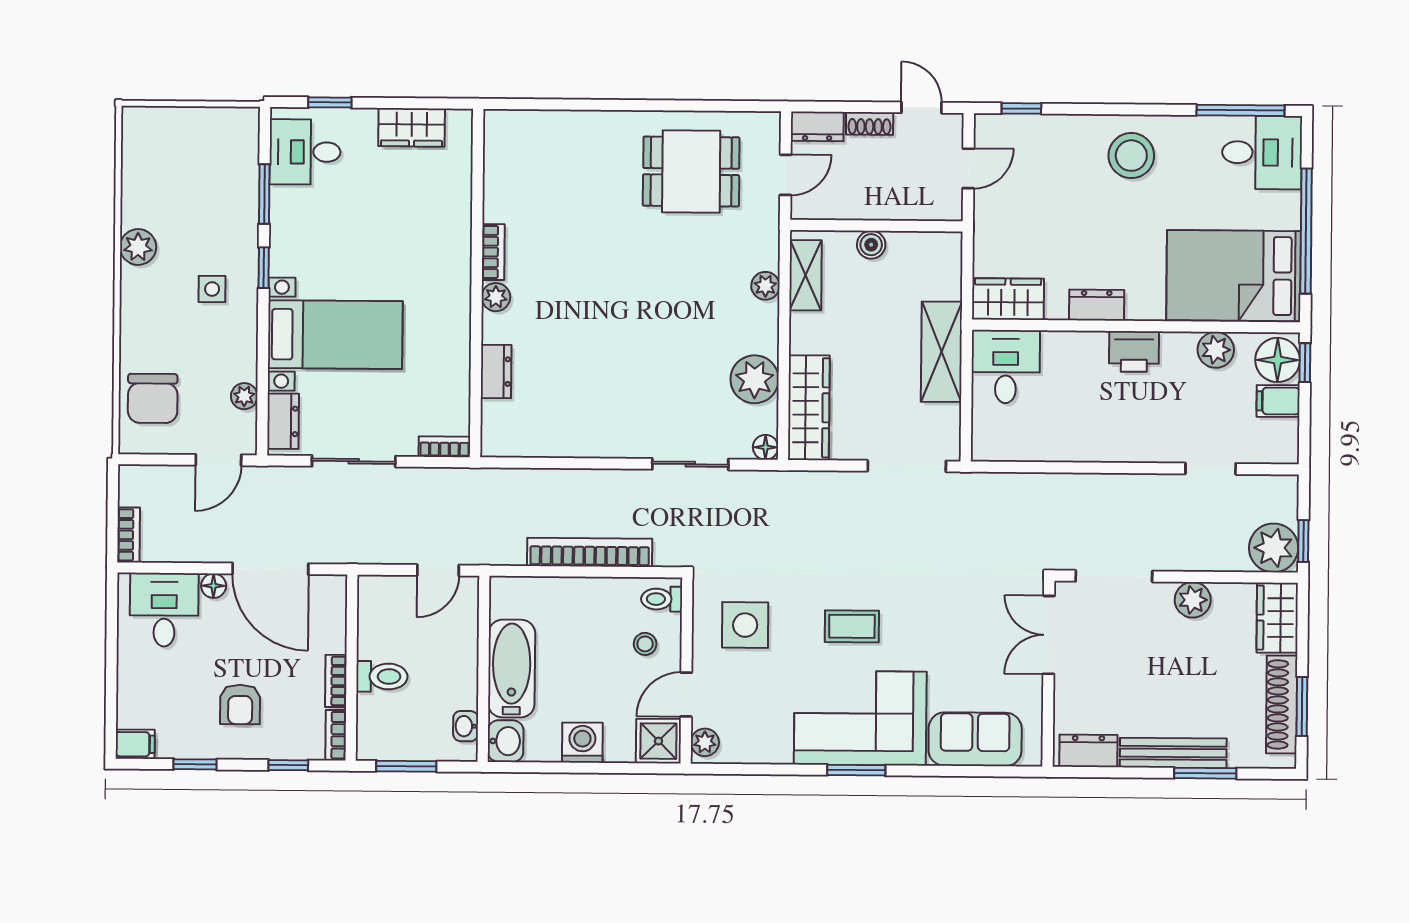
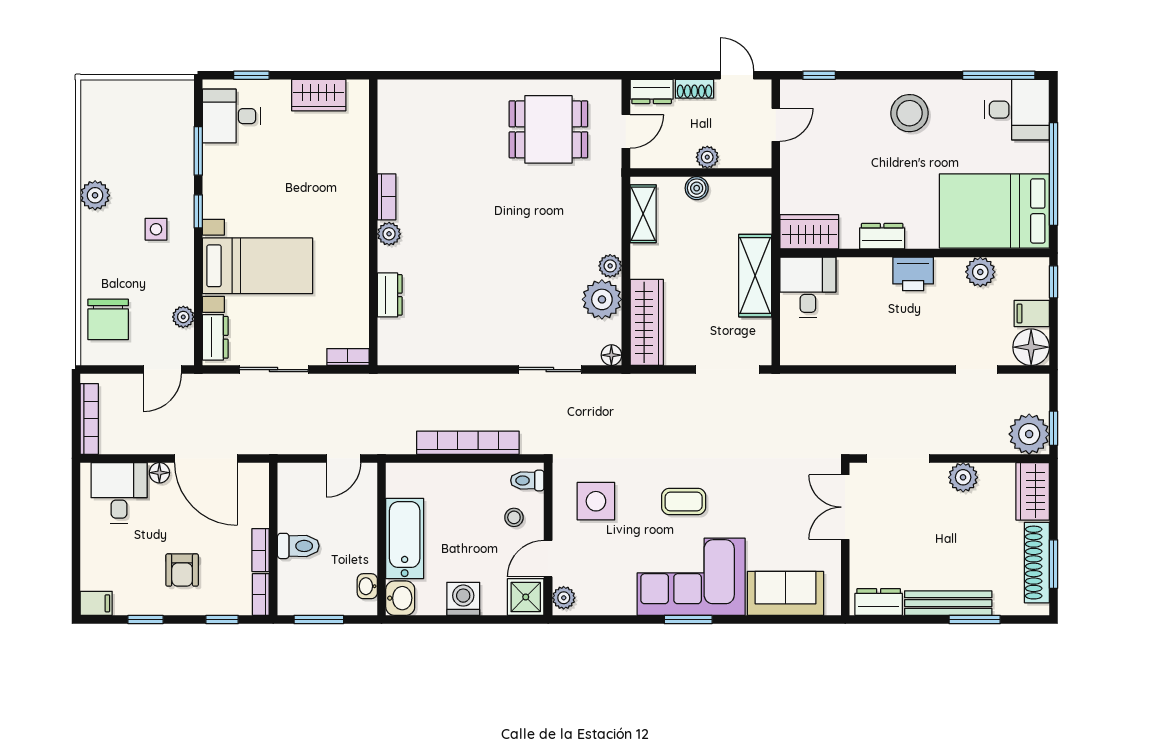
plant: (884, 207) -> (707, 157), added
plant: (765, 286) -> (610, 266), moved
floor lamp: (1278, 360) -> (1031, 347), moved
bookcase: (129, 535) -> (89, 419), width x1.56

